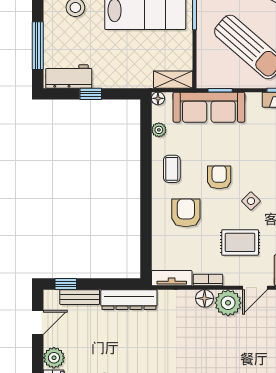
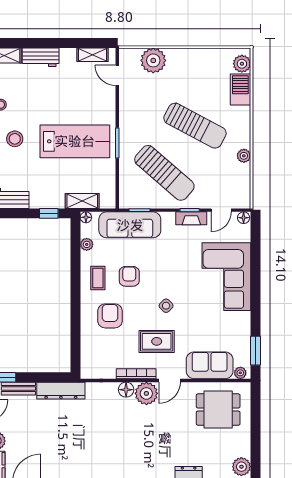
shelving: (173, 80) -> (82, 201), moved
window: (91, 94) -> (49, 213), moved
armchair: (219, 177) -> (129, 276), moved
tv unit: (172, 278) -> (98, 372), removed
bookcase: (208, 280) -> (136, 374), width x1.56

